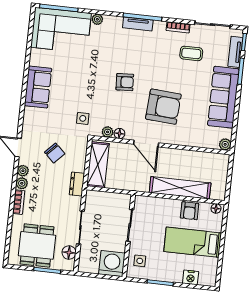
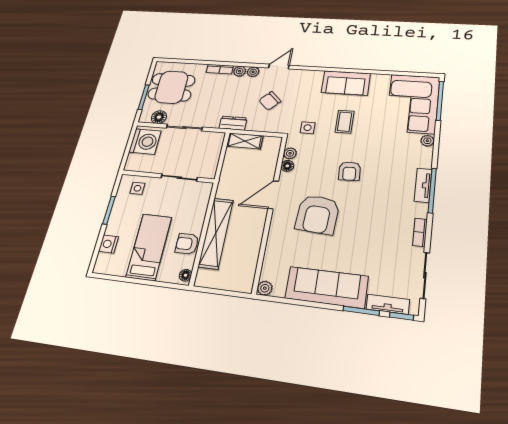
coffee table: (191, 53) -> (345, 122), moved
shelving: (98, 165) -> (245, 141), width x0.67, depth x0.75
washing machine: (112, 264) -> (145, 141), moved

